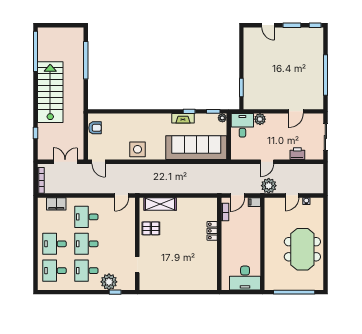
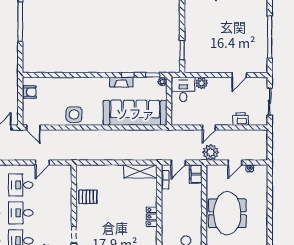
door: (122, 195) -> (42, 163), moved
filing cabinet: (254, 202) -> (196, 174), width x2.00
shelving: (160, 204) -> (140, 171), moved
locker: (212, 231) -> (152, 217), moved
meeting table: (302, 249) -> (227, 213), moved

